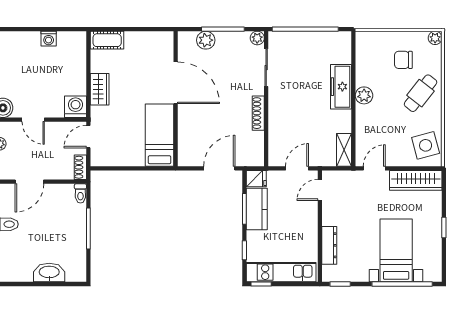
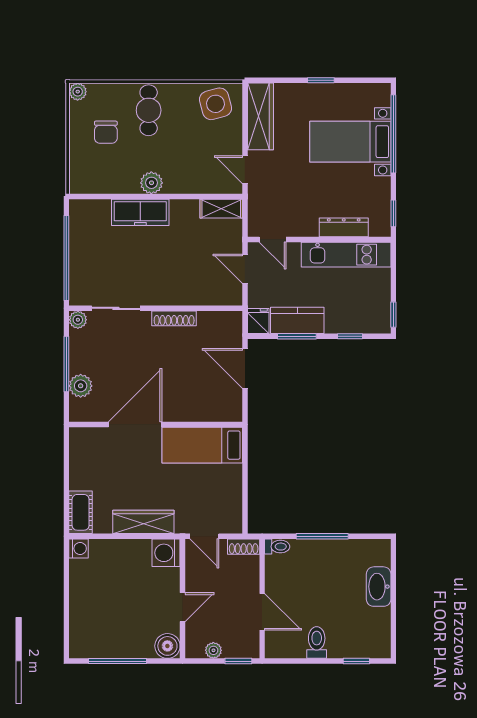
washing machine: (49, 39) -> (79, 548), moved
wardrobe: (100, 89) -> (143, 522), width x1.50
cafe table: (421, 93) -> (149, 110), turned 52
kitchen unit: (281, 272) -> (346, 255), moved, turned -90

